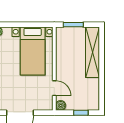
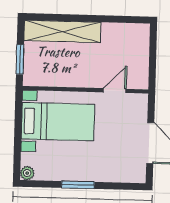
boiler: (61, 105) -> (141, 82), removed
window: (81, 113) -> (153, 52), removed

